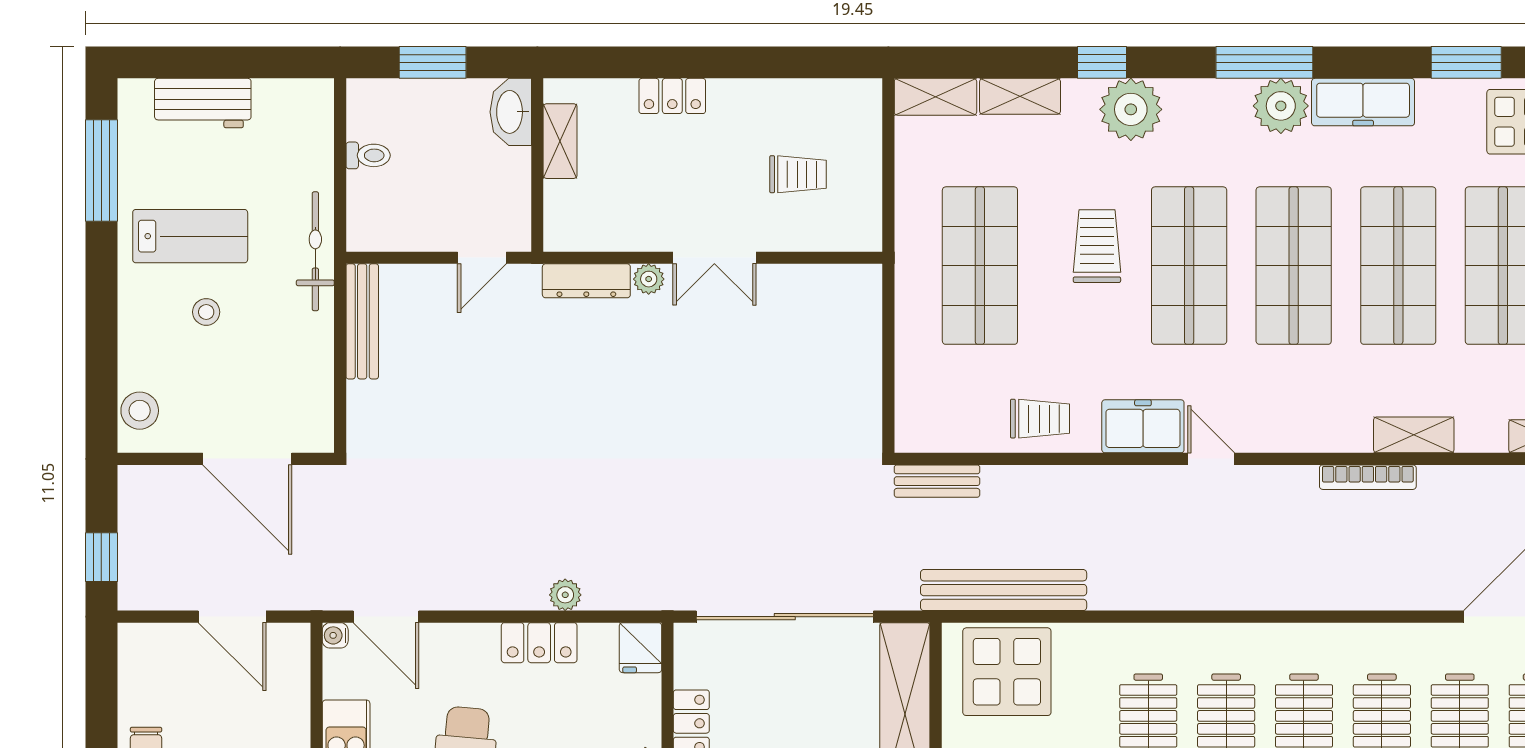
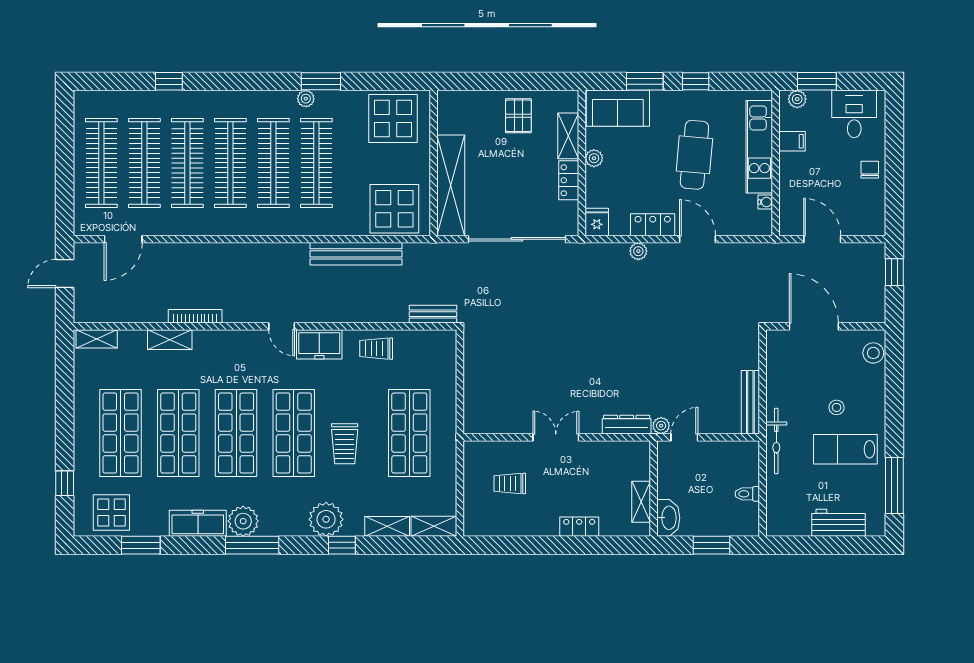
plant: (649, 279) -> (661, 426), moved
bench: (1004, 590) -> (356, 254), moved
door: (386, 617) -> (698, 239), moved
water cooler: (335, 635) -> (765, 202), moved

